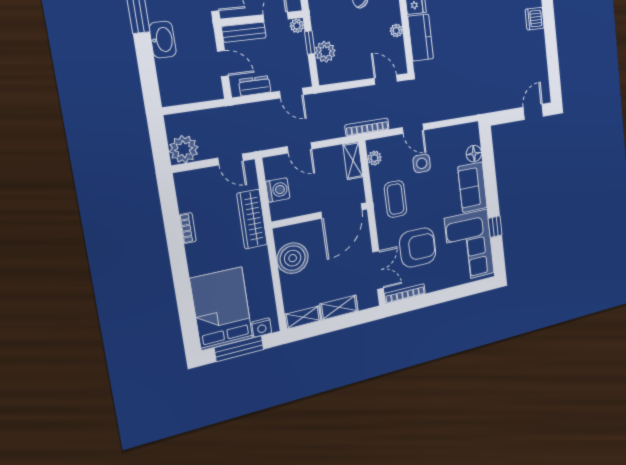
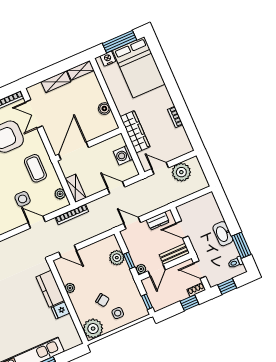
plant: (184, 149) -> (181, 172), moved
boiler: (293, 258) -> (104, 109), width x0.54, depth x0.54

